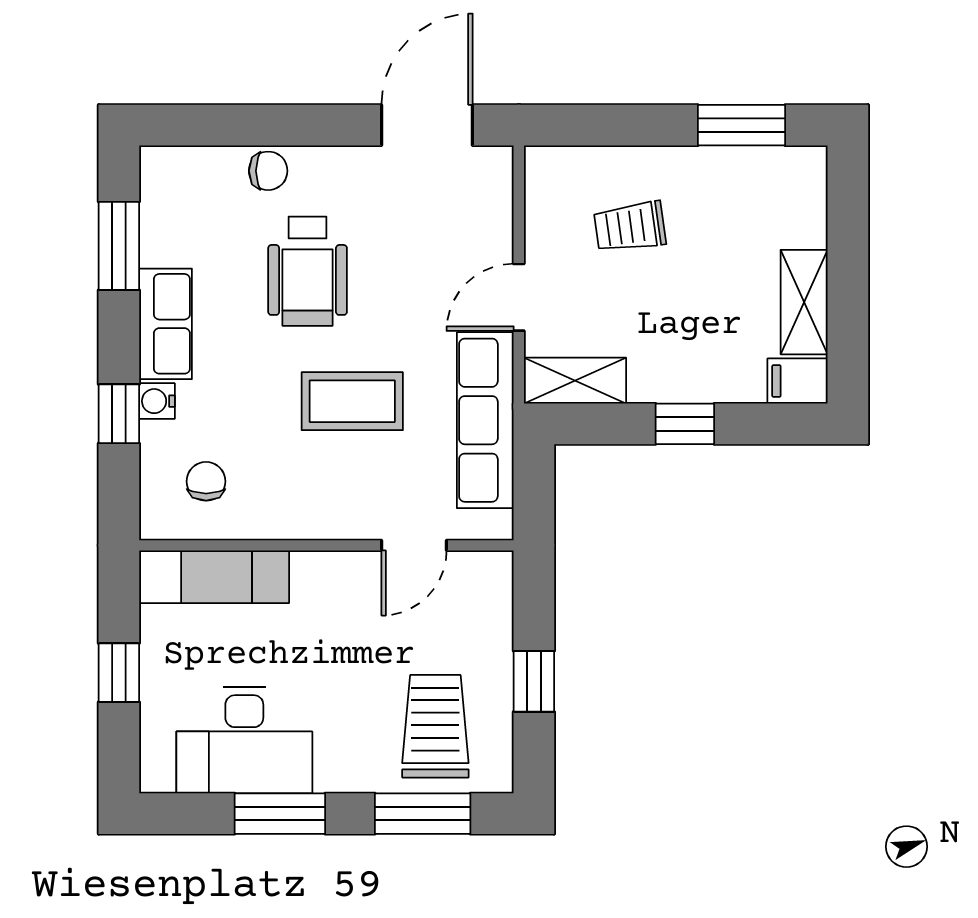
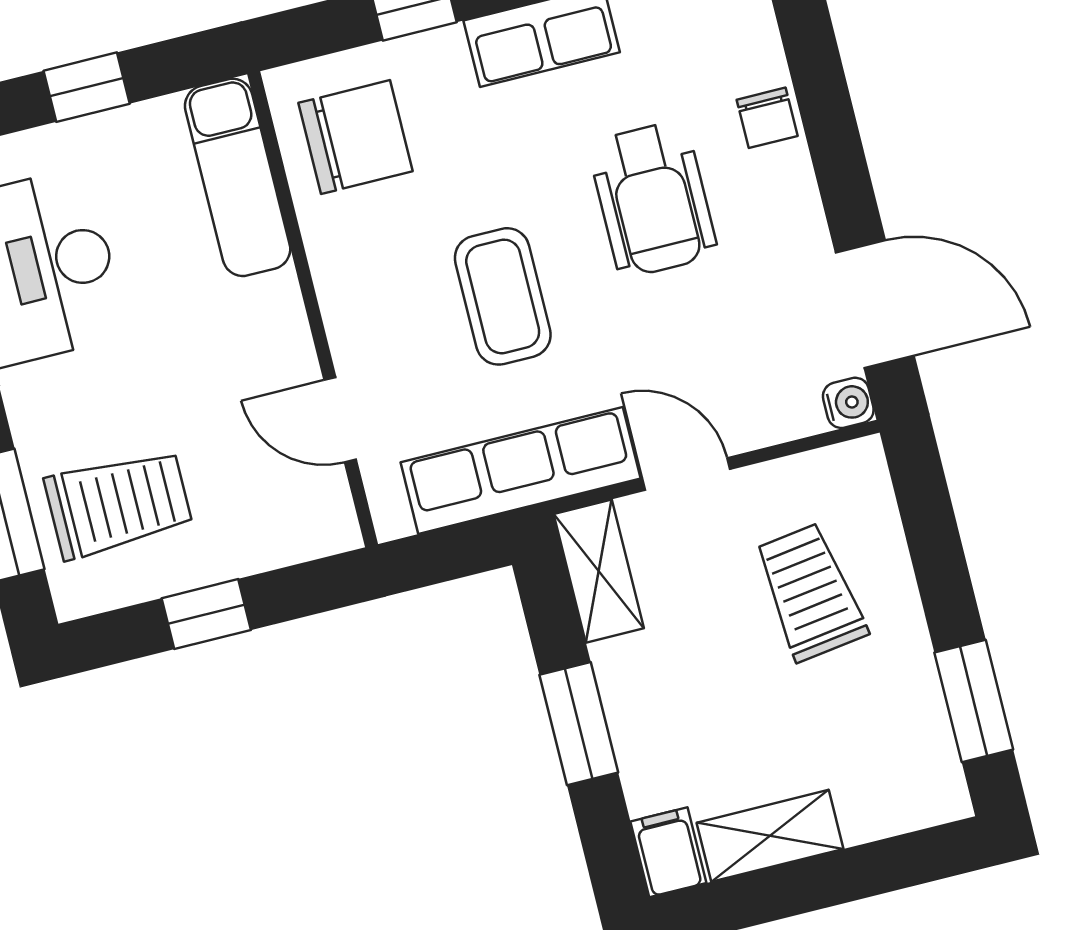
trolley: (630, 227) -> (810, 592), width x1.36, depth x1.39
wheelchair: (308, 271) -> (653, 199), turned -90
water cooler: (157, 401) -> (848, 403), moved, turned 90
window: (685, 424) -> (579, 724), width x1.50
chair: (206, 481) -> (355, 137), width x1.87, depth x1.87

